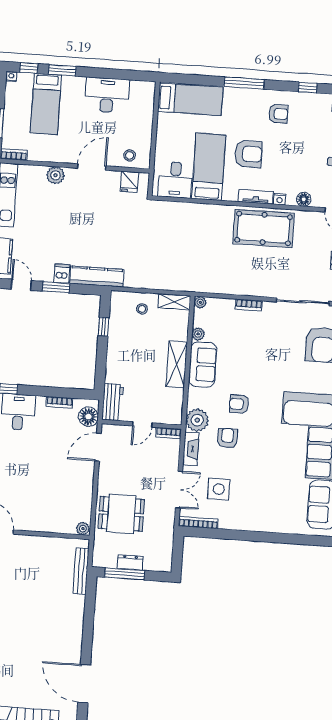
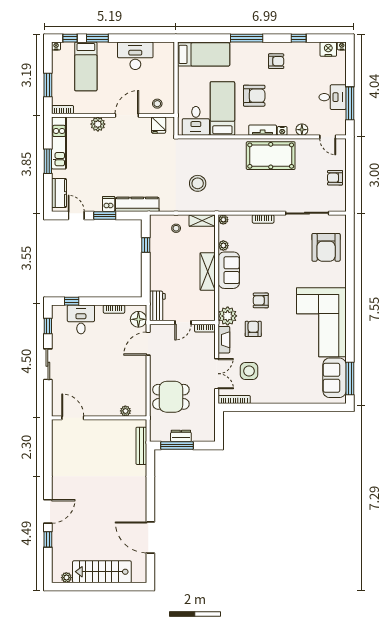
stool: (172, 256) -> (198, 183), added
plant: (83, 529) -> (125, 411), moved

